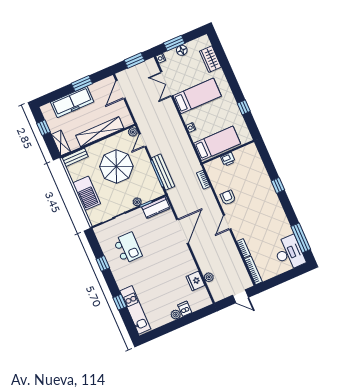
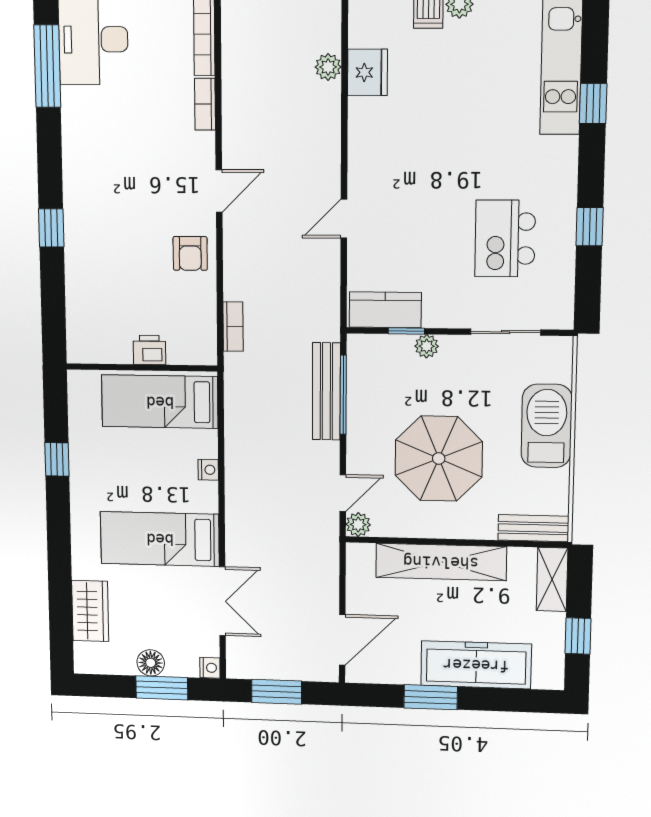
door: (182, 231) -> (344, 219), width x0.53

